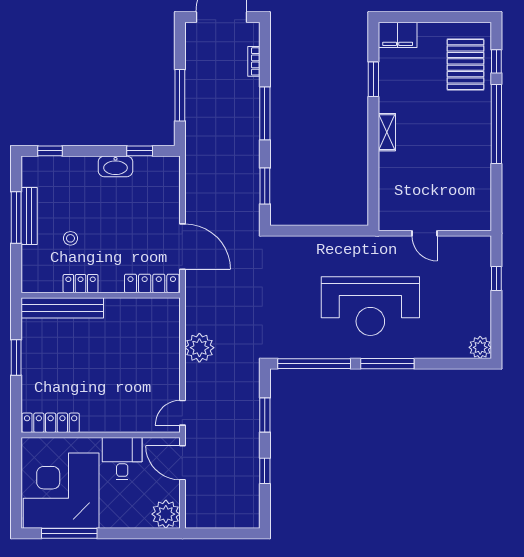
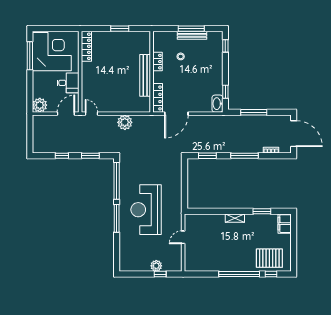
washbasin: (115, 166) -> (217, 104), moved
bench: (62, 308) -> (145, 75), moved
plant: (480, 347) -> (156, 266), moved

